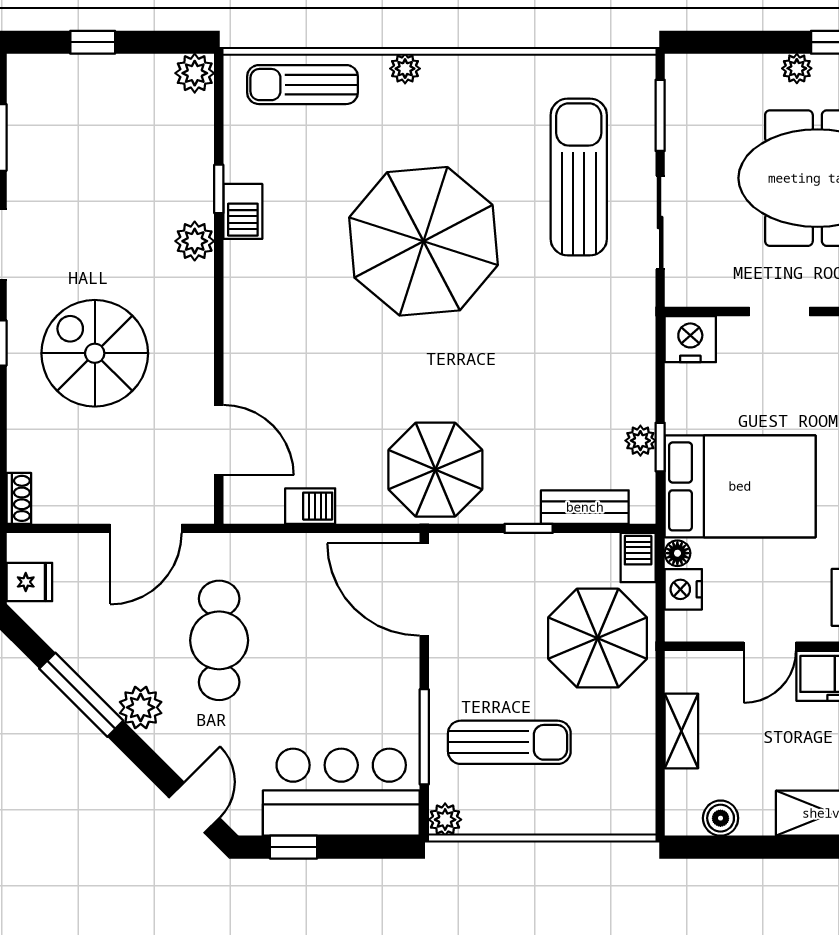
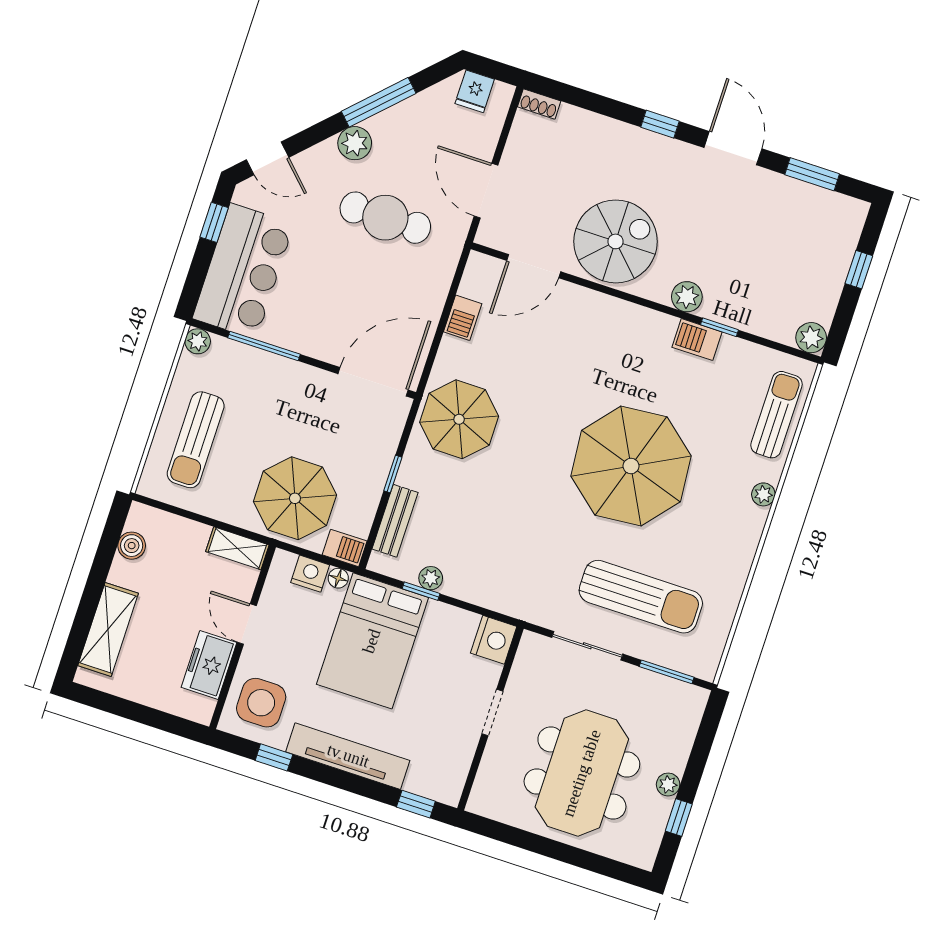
spiral stairs: (95, 353) -> (616, 241), moved
shelving: (681, 731) -> (237, 548), moved
sun lounger: (509, 742) -> (196, 440), moved

